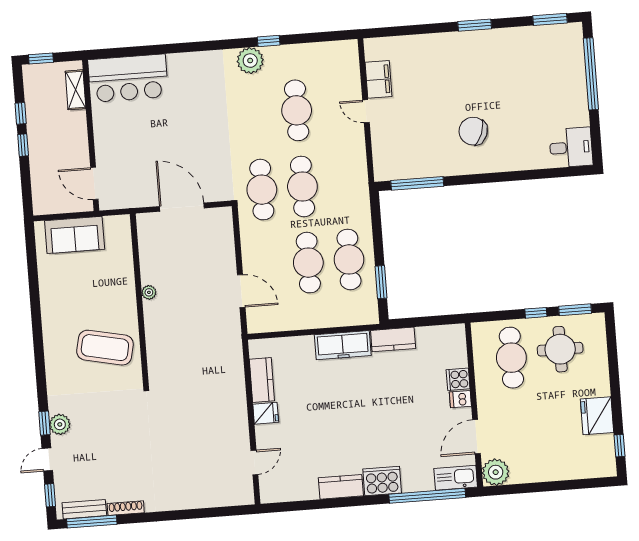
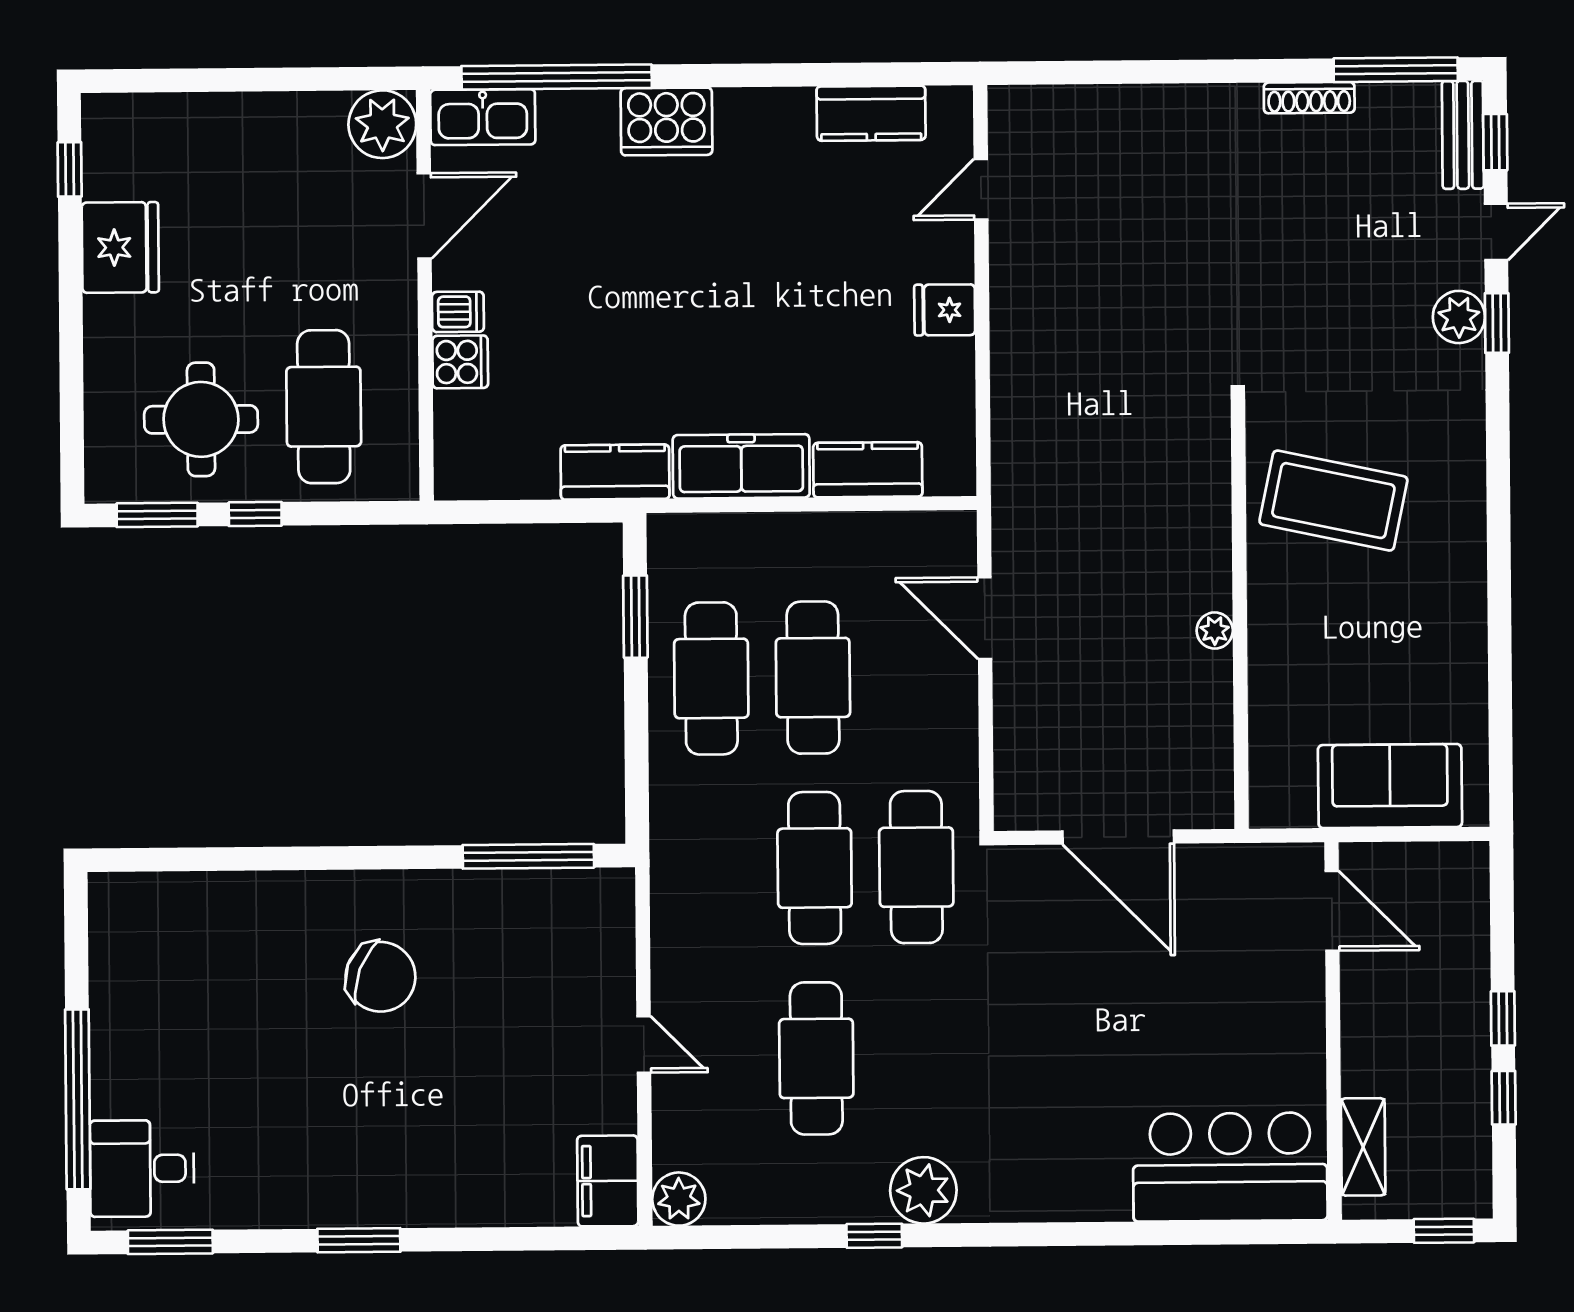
plant: (348, 50) -> (679, 1199), added
filing cabinet: (379, 79) -> (608, 1181), moved
desk: (571, 147) -> (142, 1169), moved
kitchen counter: (262, 380) -> (868, 470), moved, turned 90
kitchen counter: (341, 487) -> (871, 113), moved
bench: (84, 509) -> (1463, 135), moved, turned 90

